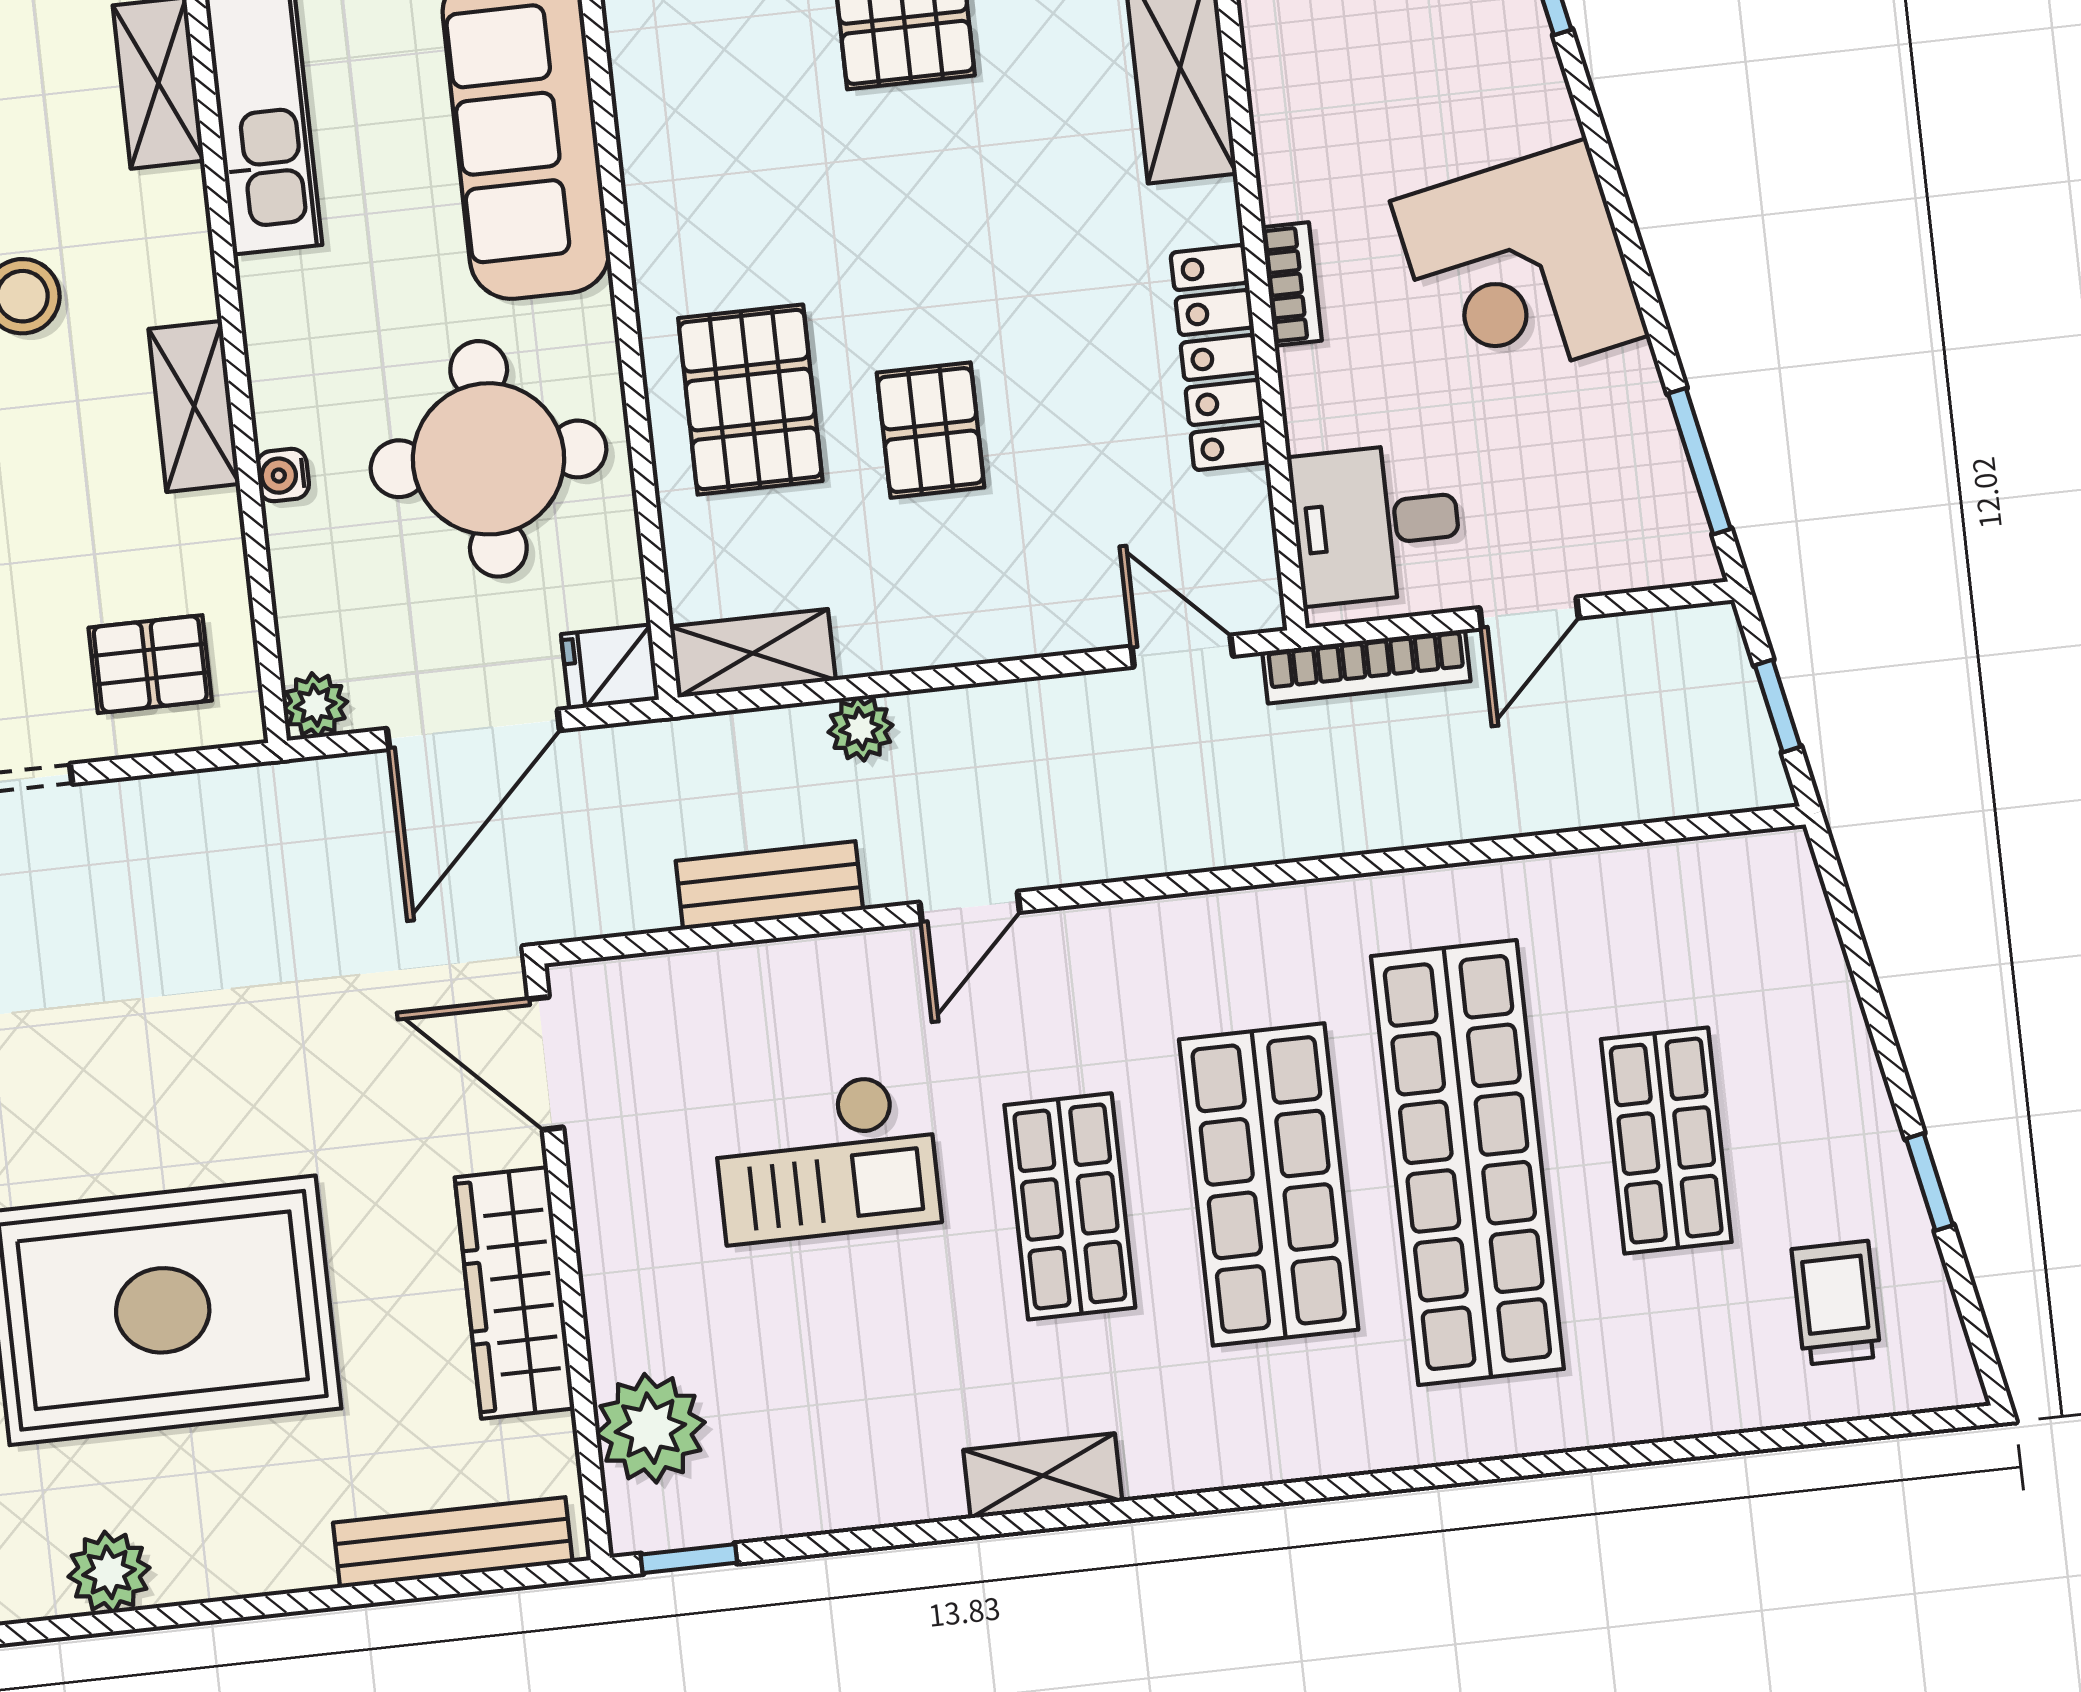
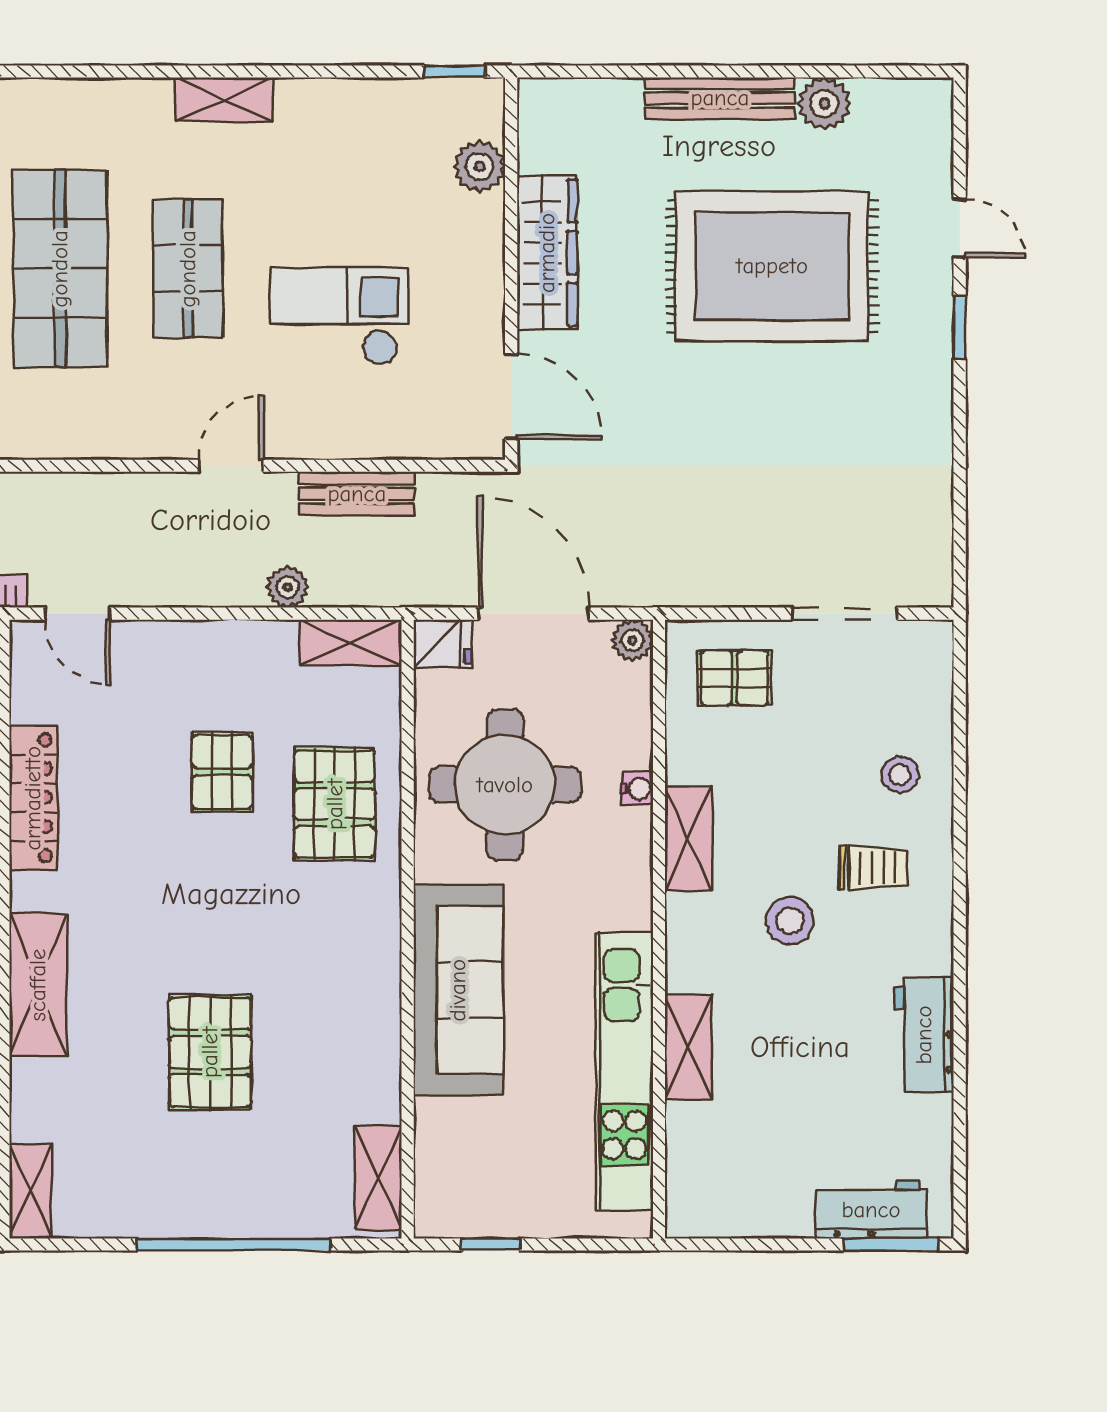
door: (473, 729) -> (534, 614), hinge flipped
plant: (650, 1428) -> (480, 166), width x0.73, depth x0.73
bench: (453, 1542) -> (720, 98), moved

